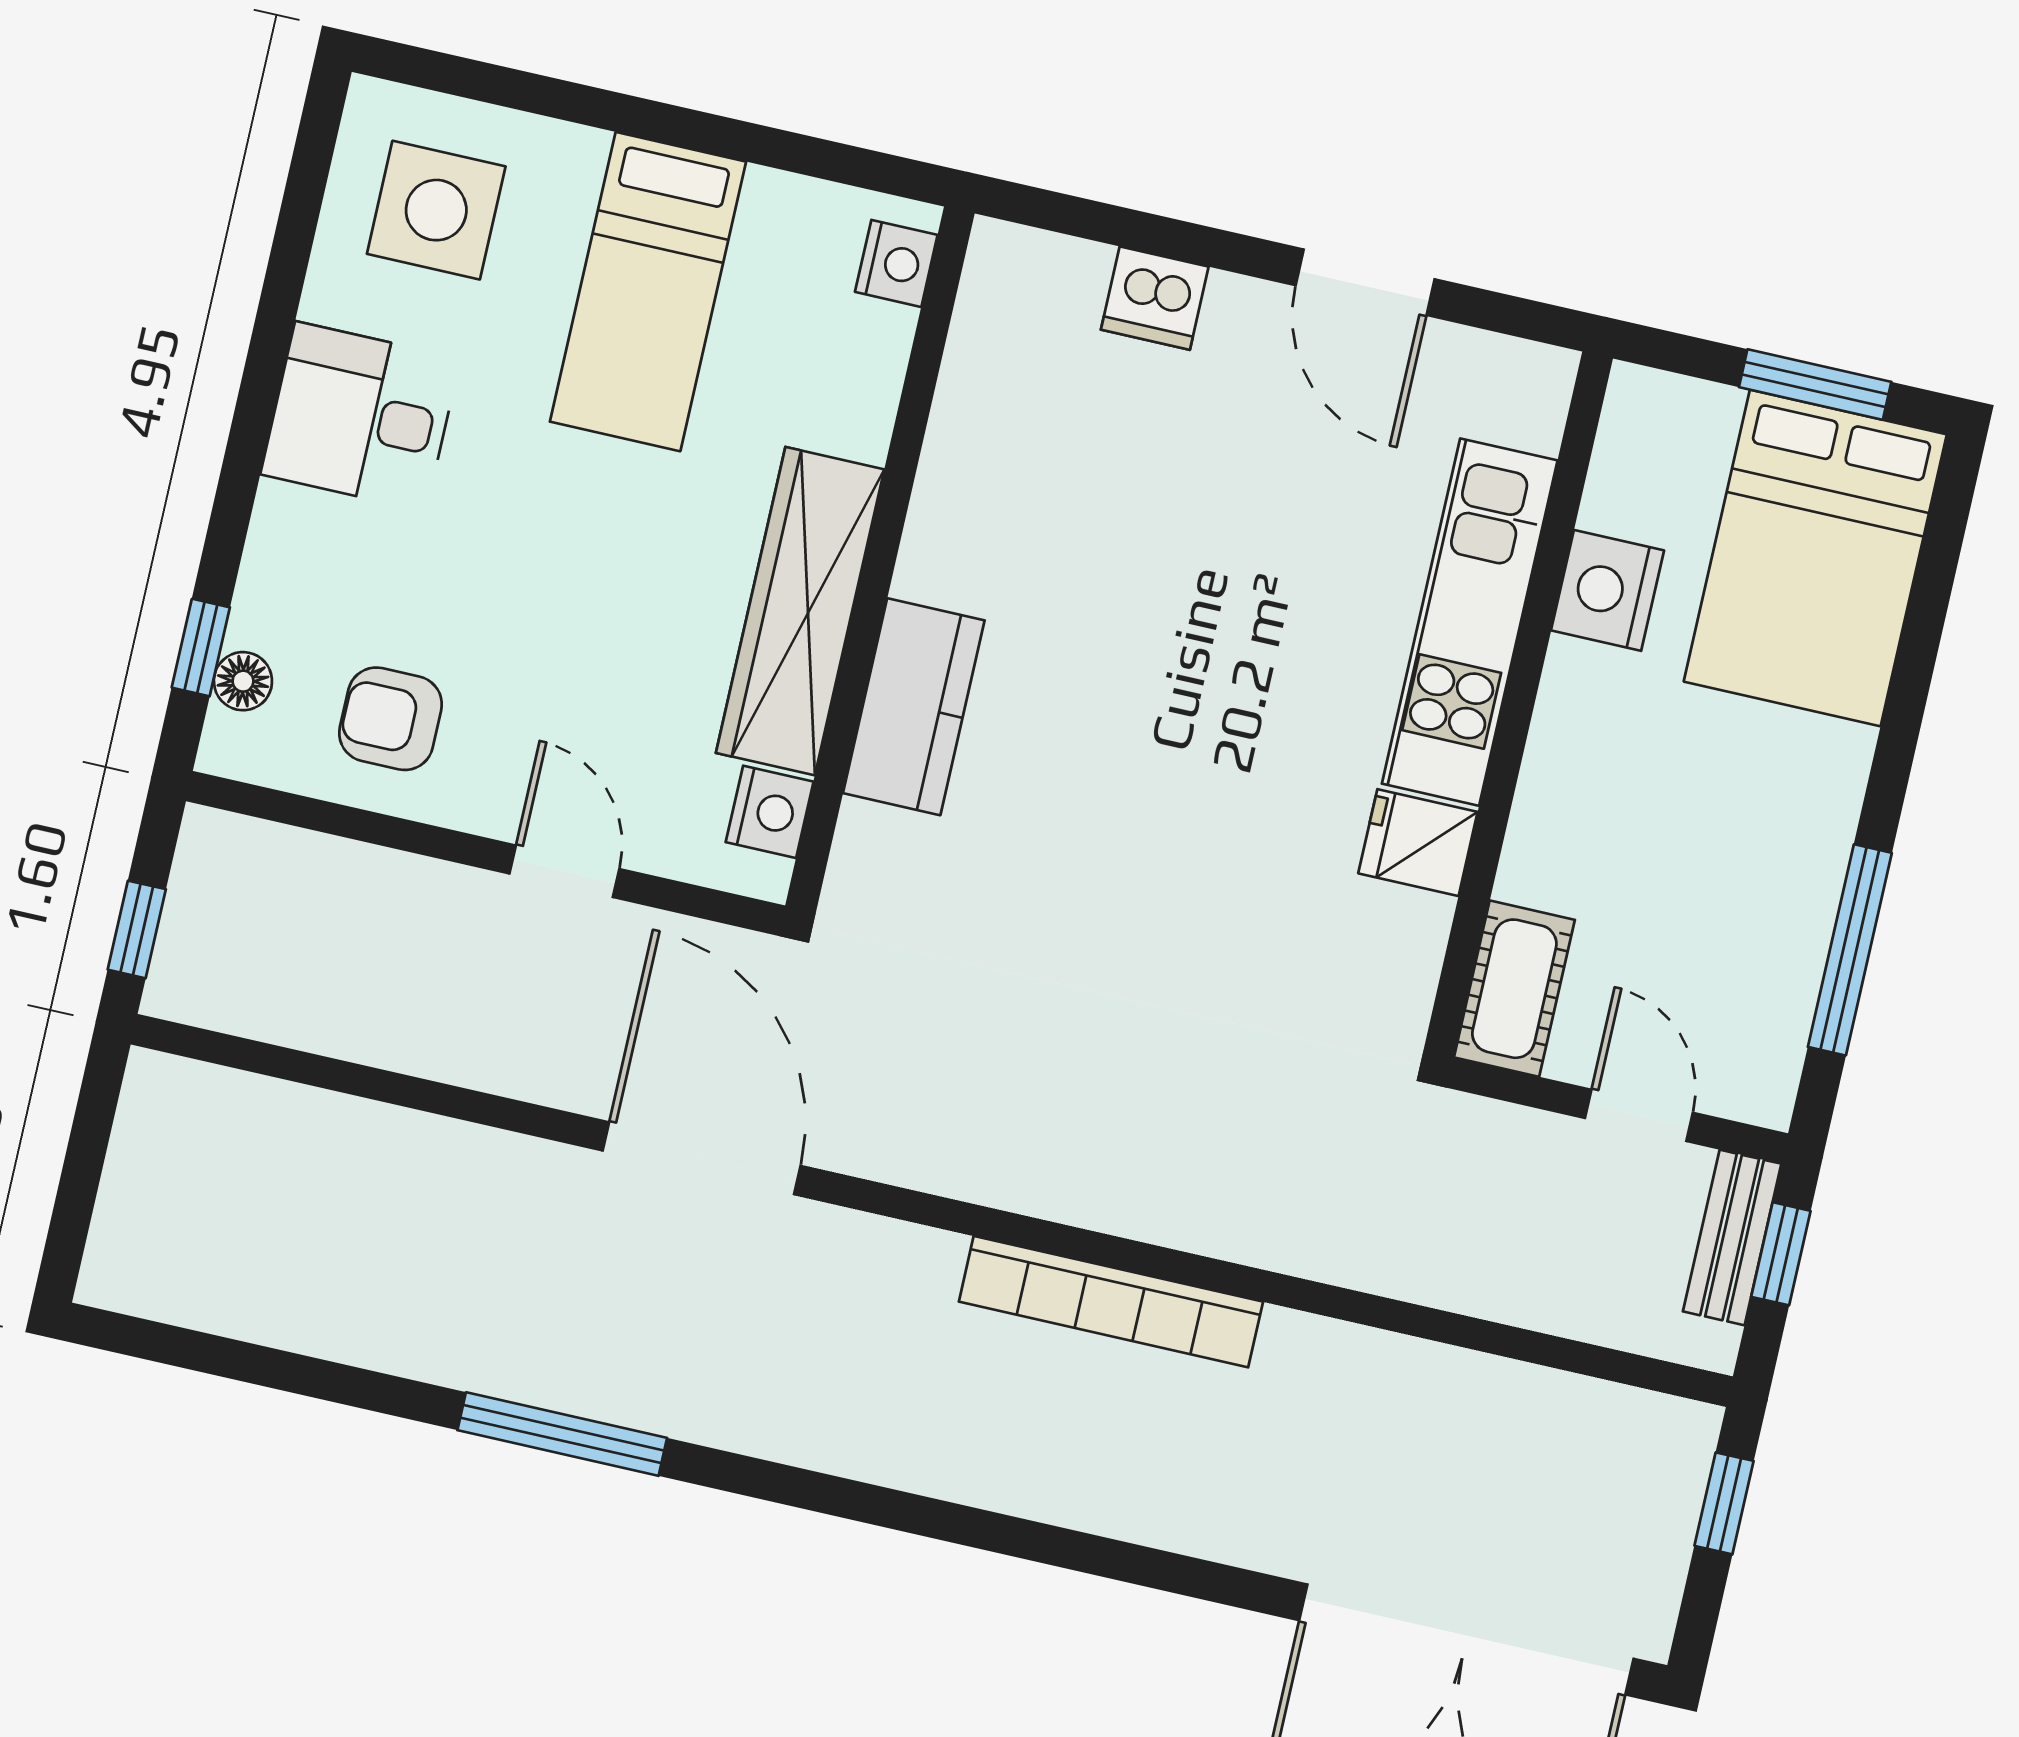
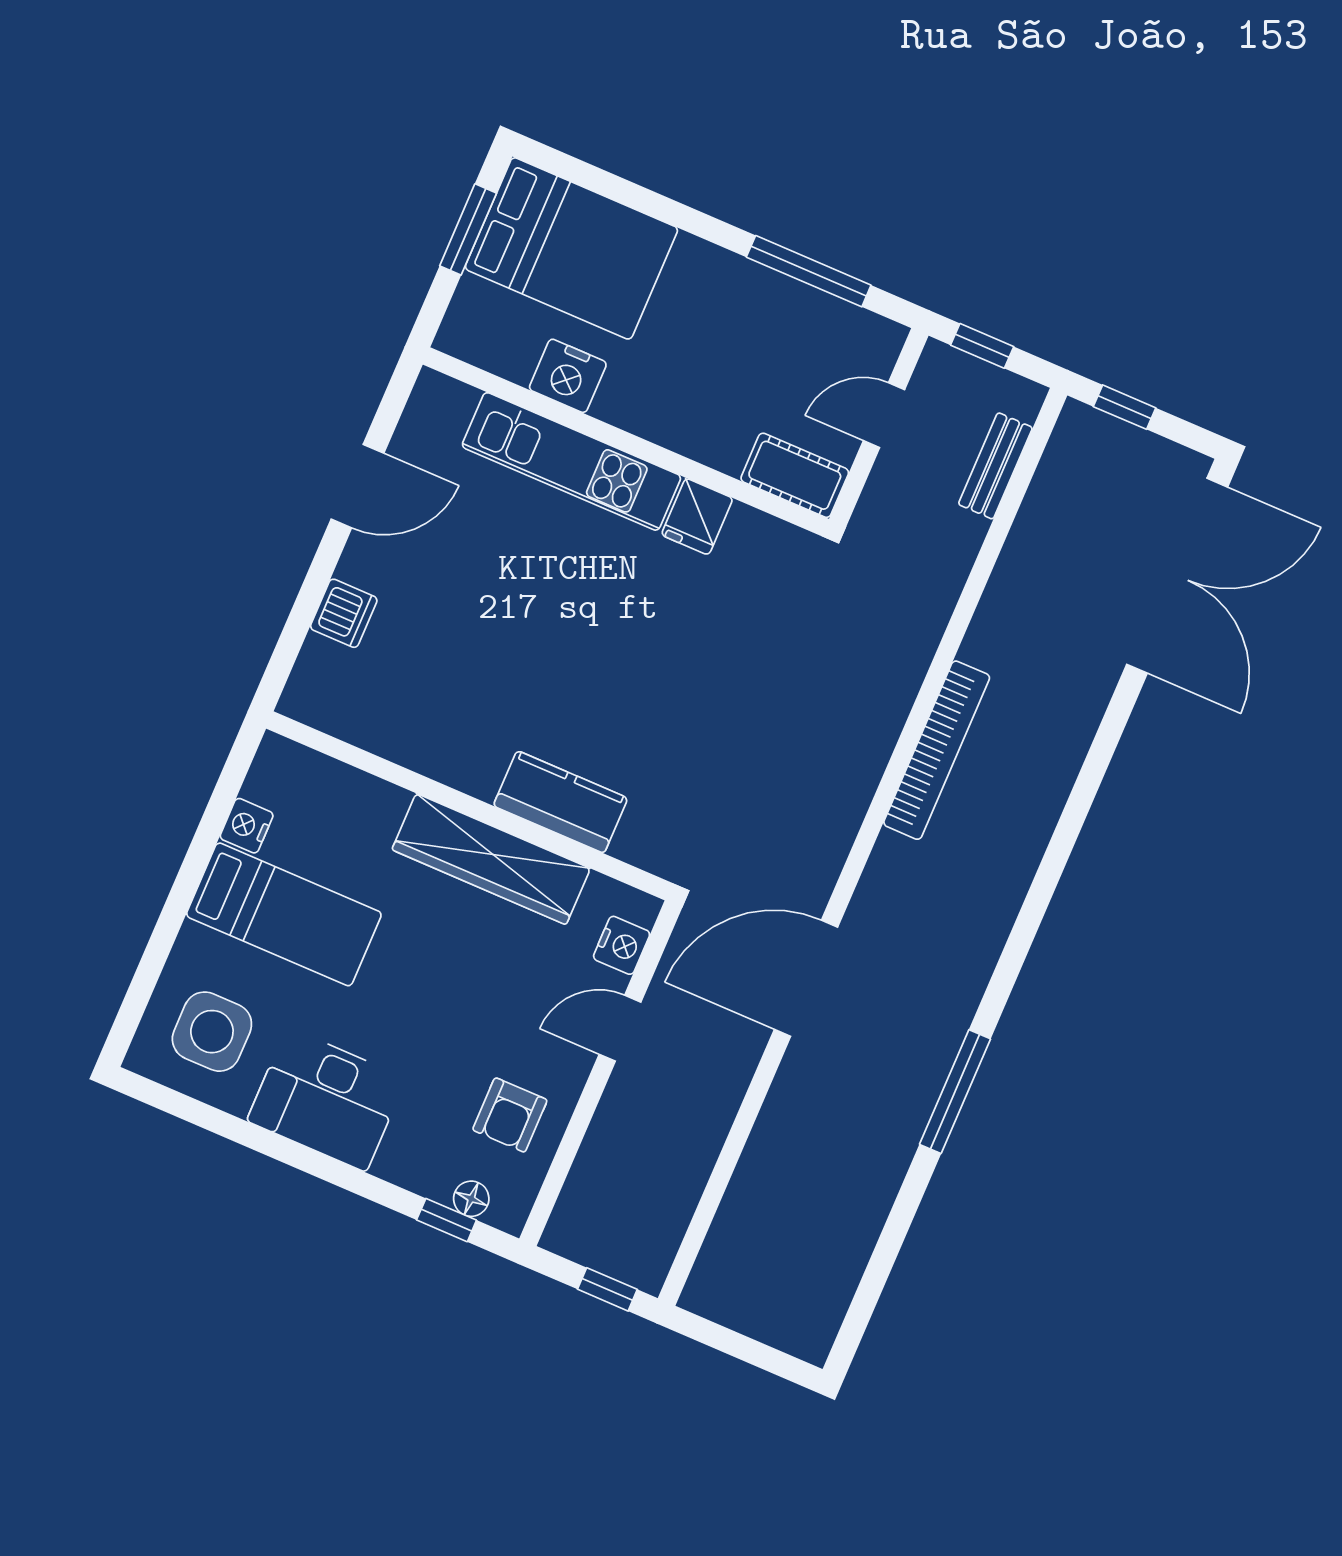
nightstand: (896, 263) -> (247, 826), moved, turned -90
desk: (360, 416) -> (326, 1100), width x1.37
nightstand: (770, 812) -> (622, 945), moved, turned 90
bench: (1732, 1238) -> (995, 466), moved, turned 90

